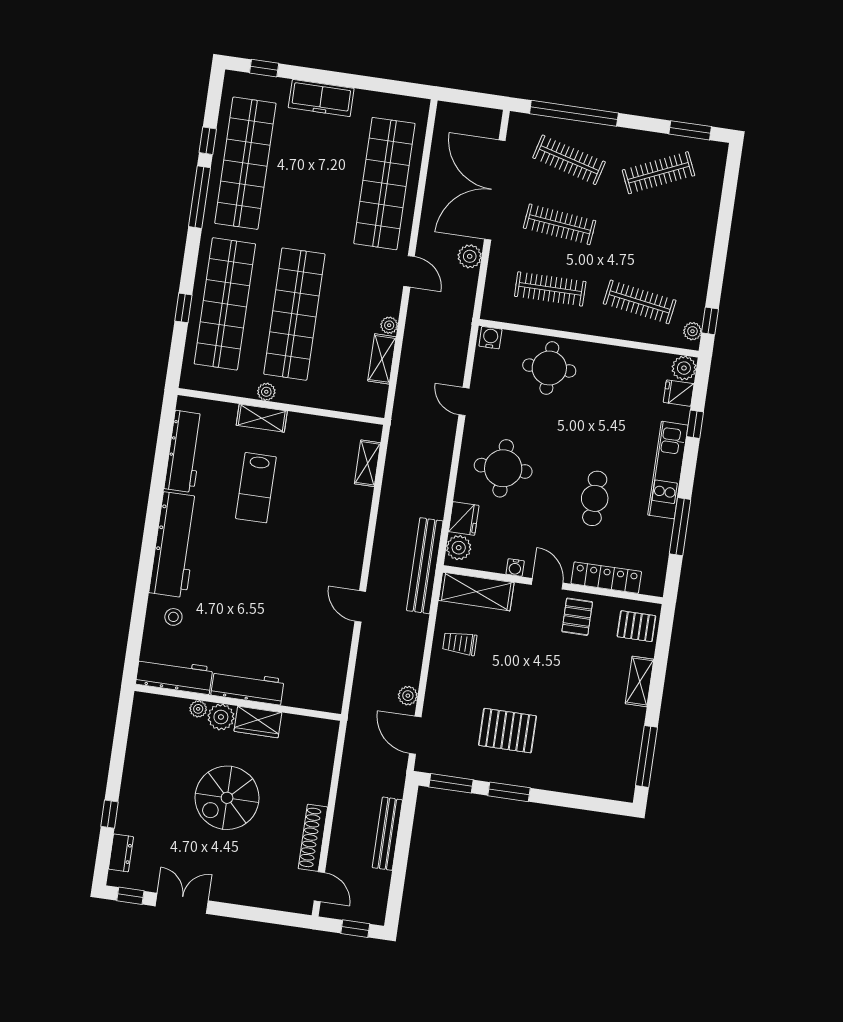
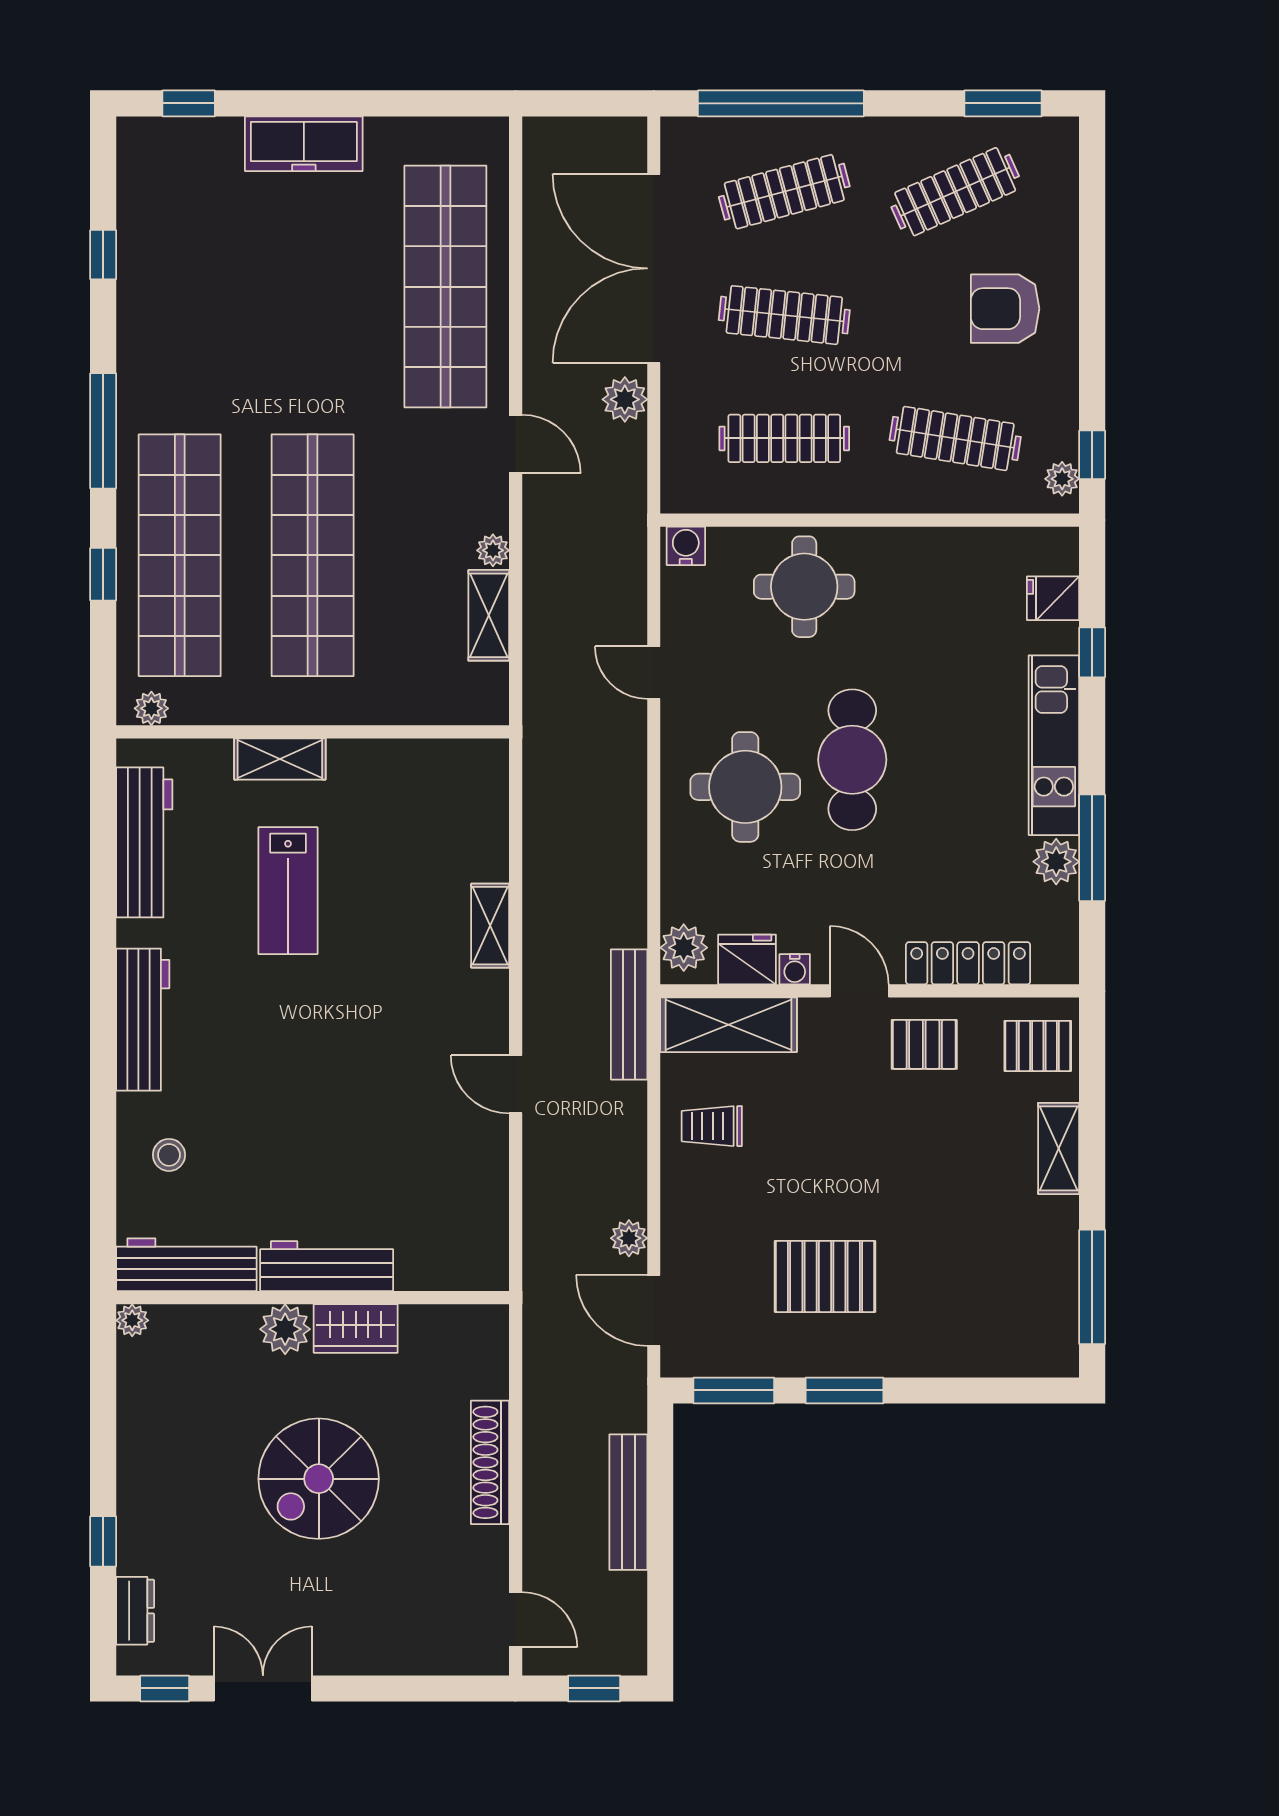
clothes rail: (569, 160) -> (784, 192), turned -30
shop shelf: (245, 163) -> (180, 287), removed
window: (199, 197) -> (103, 431), moved
armchair: (676, 238) -> (1005, 309), added
plant: (684, 368) -> (1056, 862), moved
plant: (266, 392) -> (151, 708), moved
shelving: (368, 463) -> (490, 926), moved
cafe table: (595, 498) -> (852, 760), moved, width x1.37, depth x1.35
fridge: (464, 518) -> (747, 960), moved, turned -90
workbench: (175, 545) -> (143, 1020), width x0.73, depth x0.76
bench: (425, 566) -> (629, 1014), width x0.73, depth x0.82
pallet: (577, 617) -> (924, 1044), turned 90
plant: (198, 709) -> (132, 1320), moved
shoe rack: (313, 838) -> (490, 1462), moved

